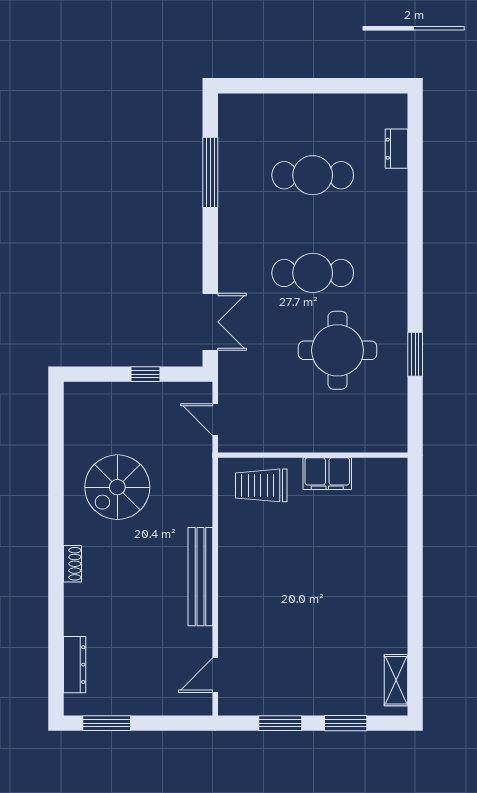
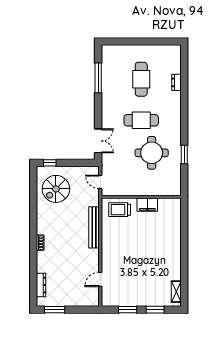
dresser: (396, 149) -> (176, 82), moved
cafe table: (313, 175) -> (141, 79), turned 90
window: (145, 374) -> (50, 163), moved
spiral stairs: (117, 487) -> (56, 189), moved
bench: (200, 577) -> (94, 227), moved
door: (215, 675) -> (100, 279), moved

